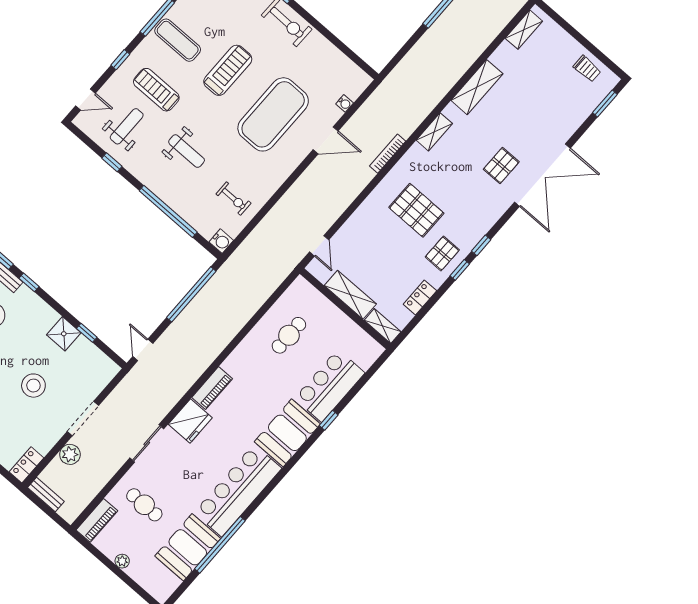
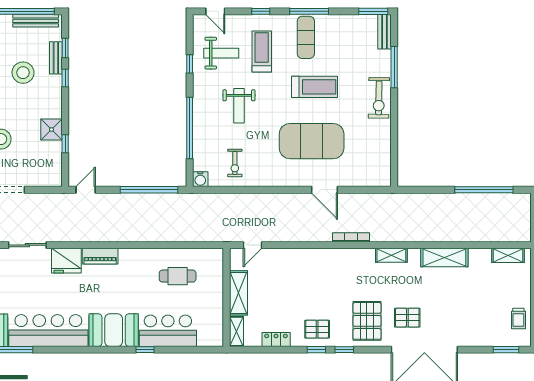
water cooler: (345, 103) -> (359, 181), removed
pallet: (416, 210) -> (367, 321), moved

